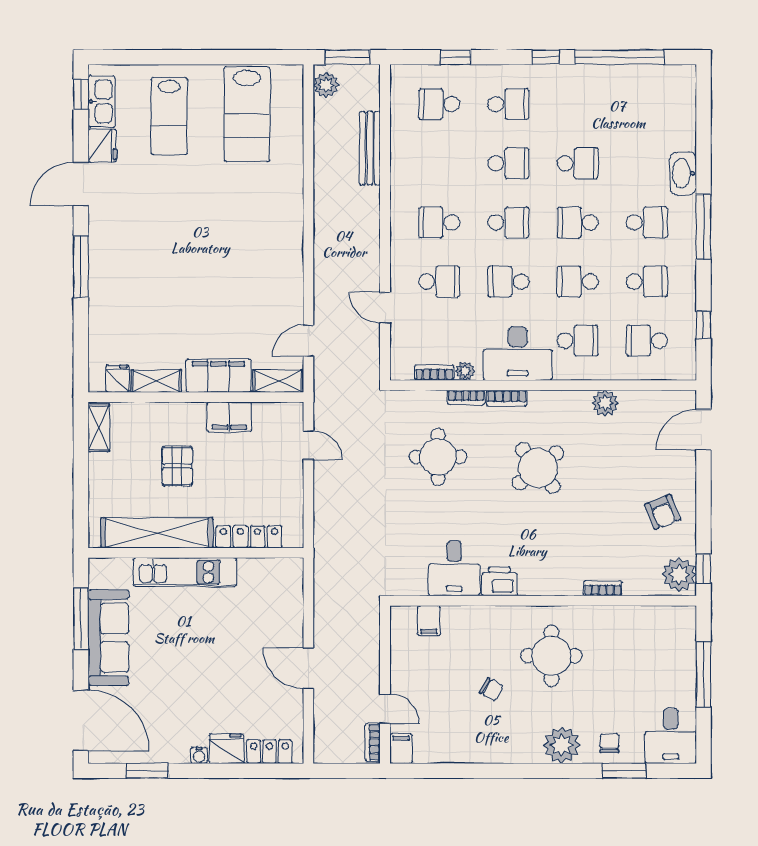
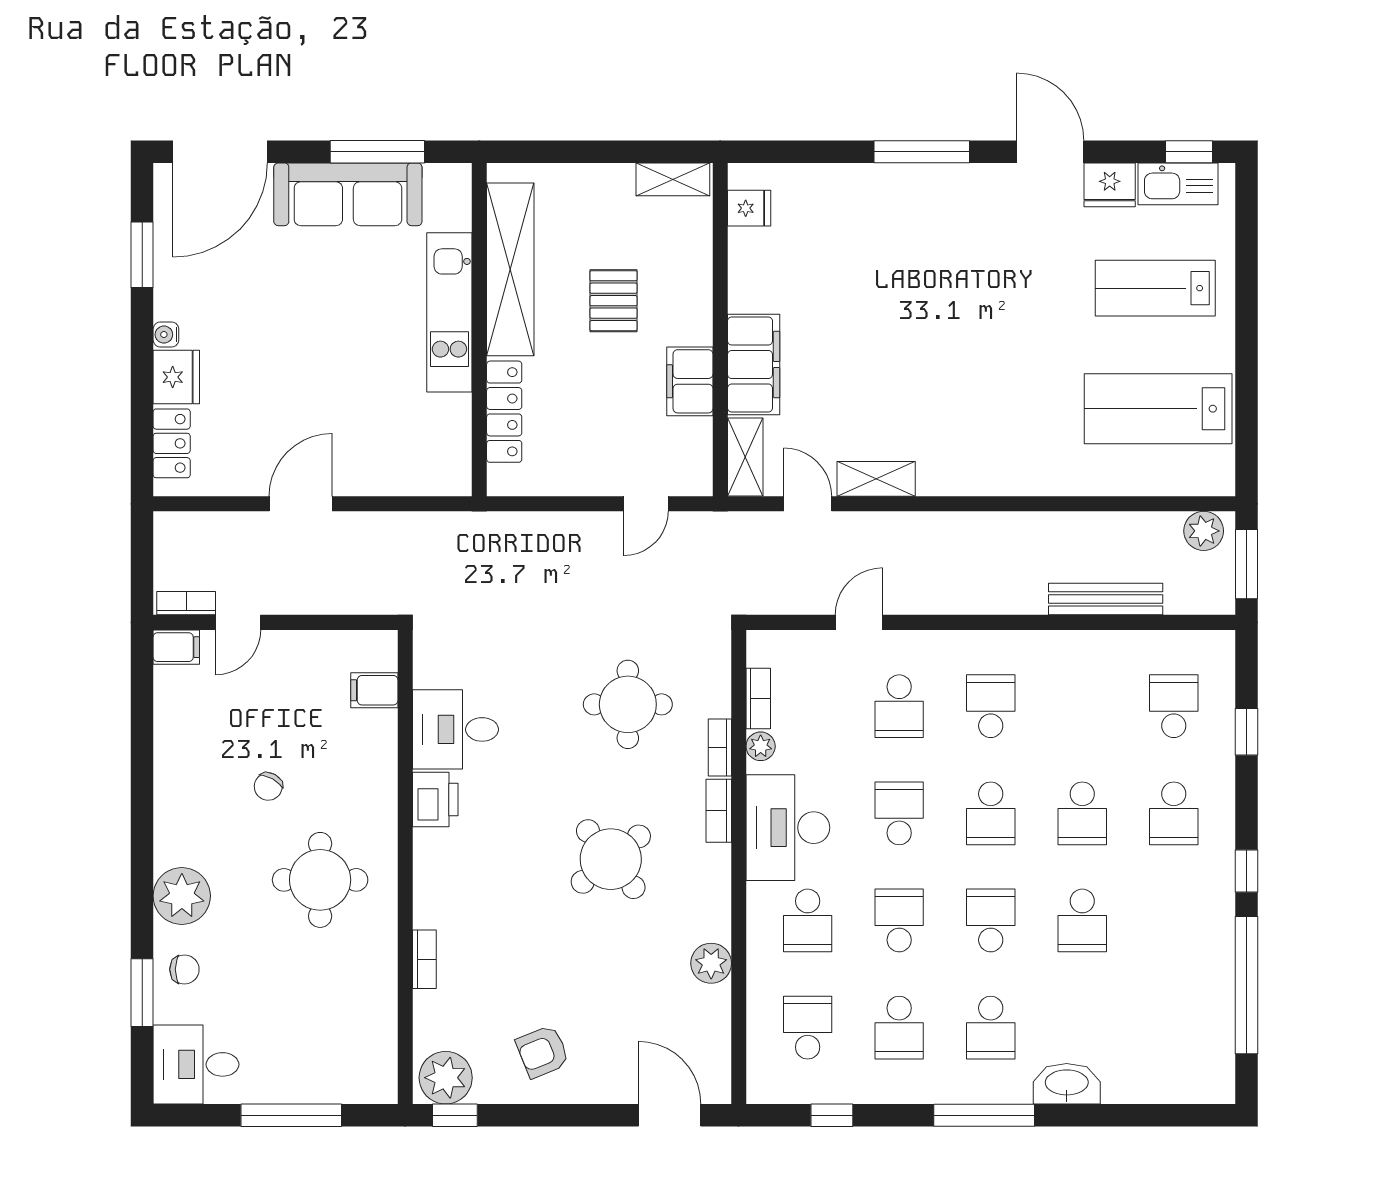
shelving: (156, 381) -> (876, 479), moved, turned 90
pallet: (177, 466) -> (614, 301), turned 90

